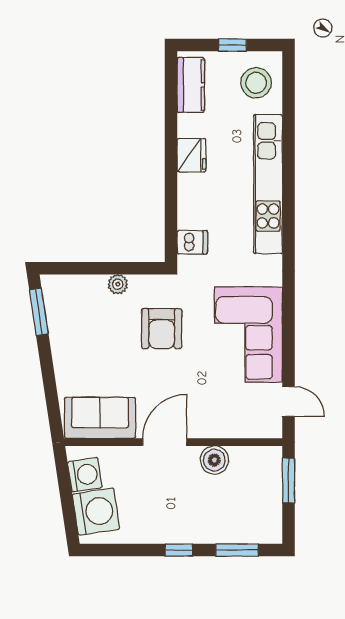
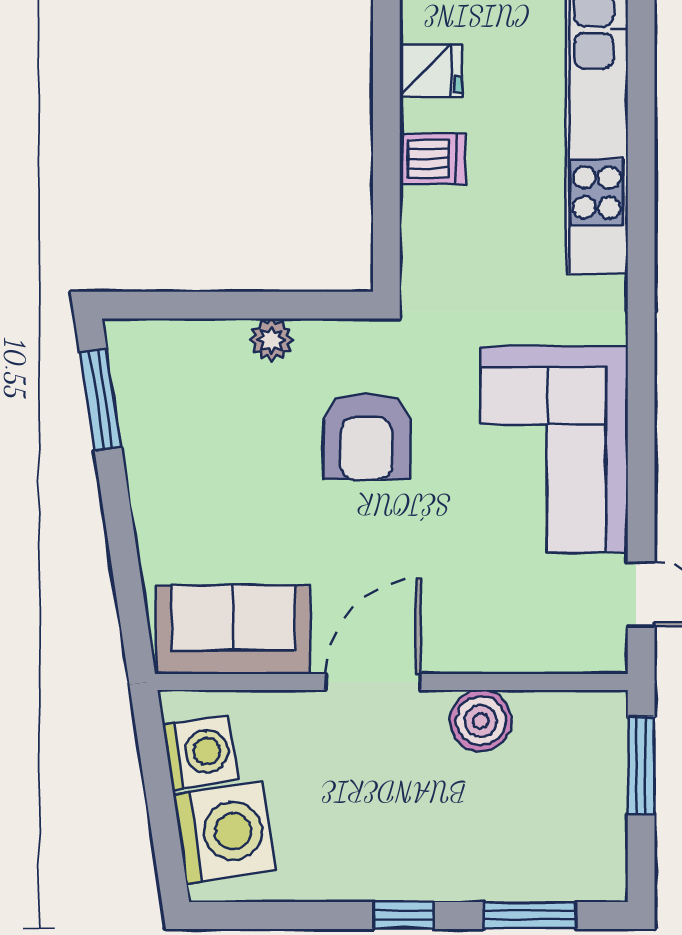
fridge: (191, 155) -> (431, 71), width x0.72
dishwasher: (192, 242) -> (433, 159), moved

